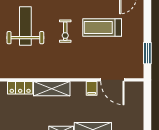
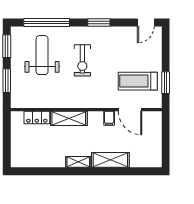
treadmill: (102, 28) -> (138, 81), moved
exercise bike: (65, 31) -> (82, 60), width x1.38, depth x1.39

